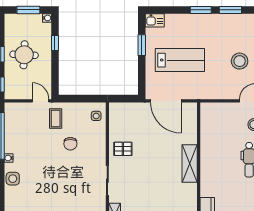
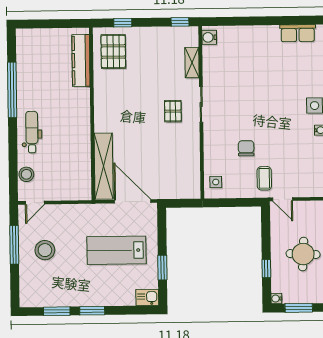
pallet: (123, 149) -> (173, 111), moved, turned 90
shelving: (190, 163) -> (104, 166), moved, width x1.47

